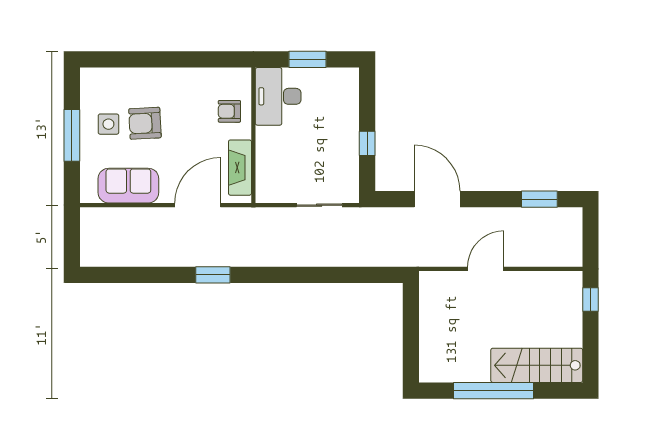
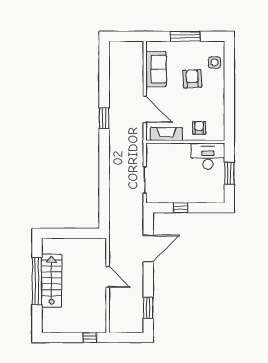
side table: (108, 124) -> (214, 62), moved
stairs: (537, 365) -> (52, 281), moved

